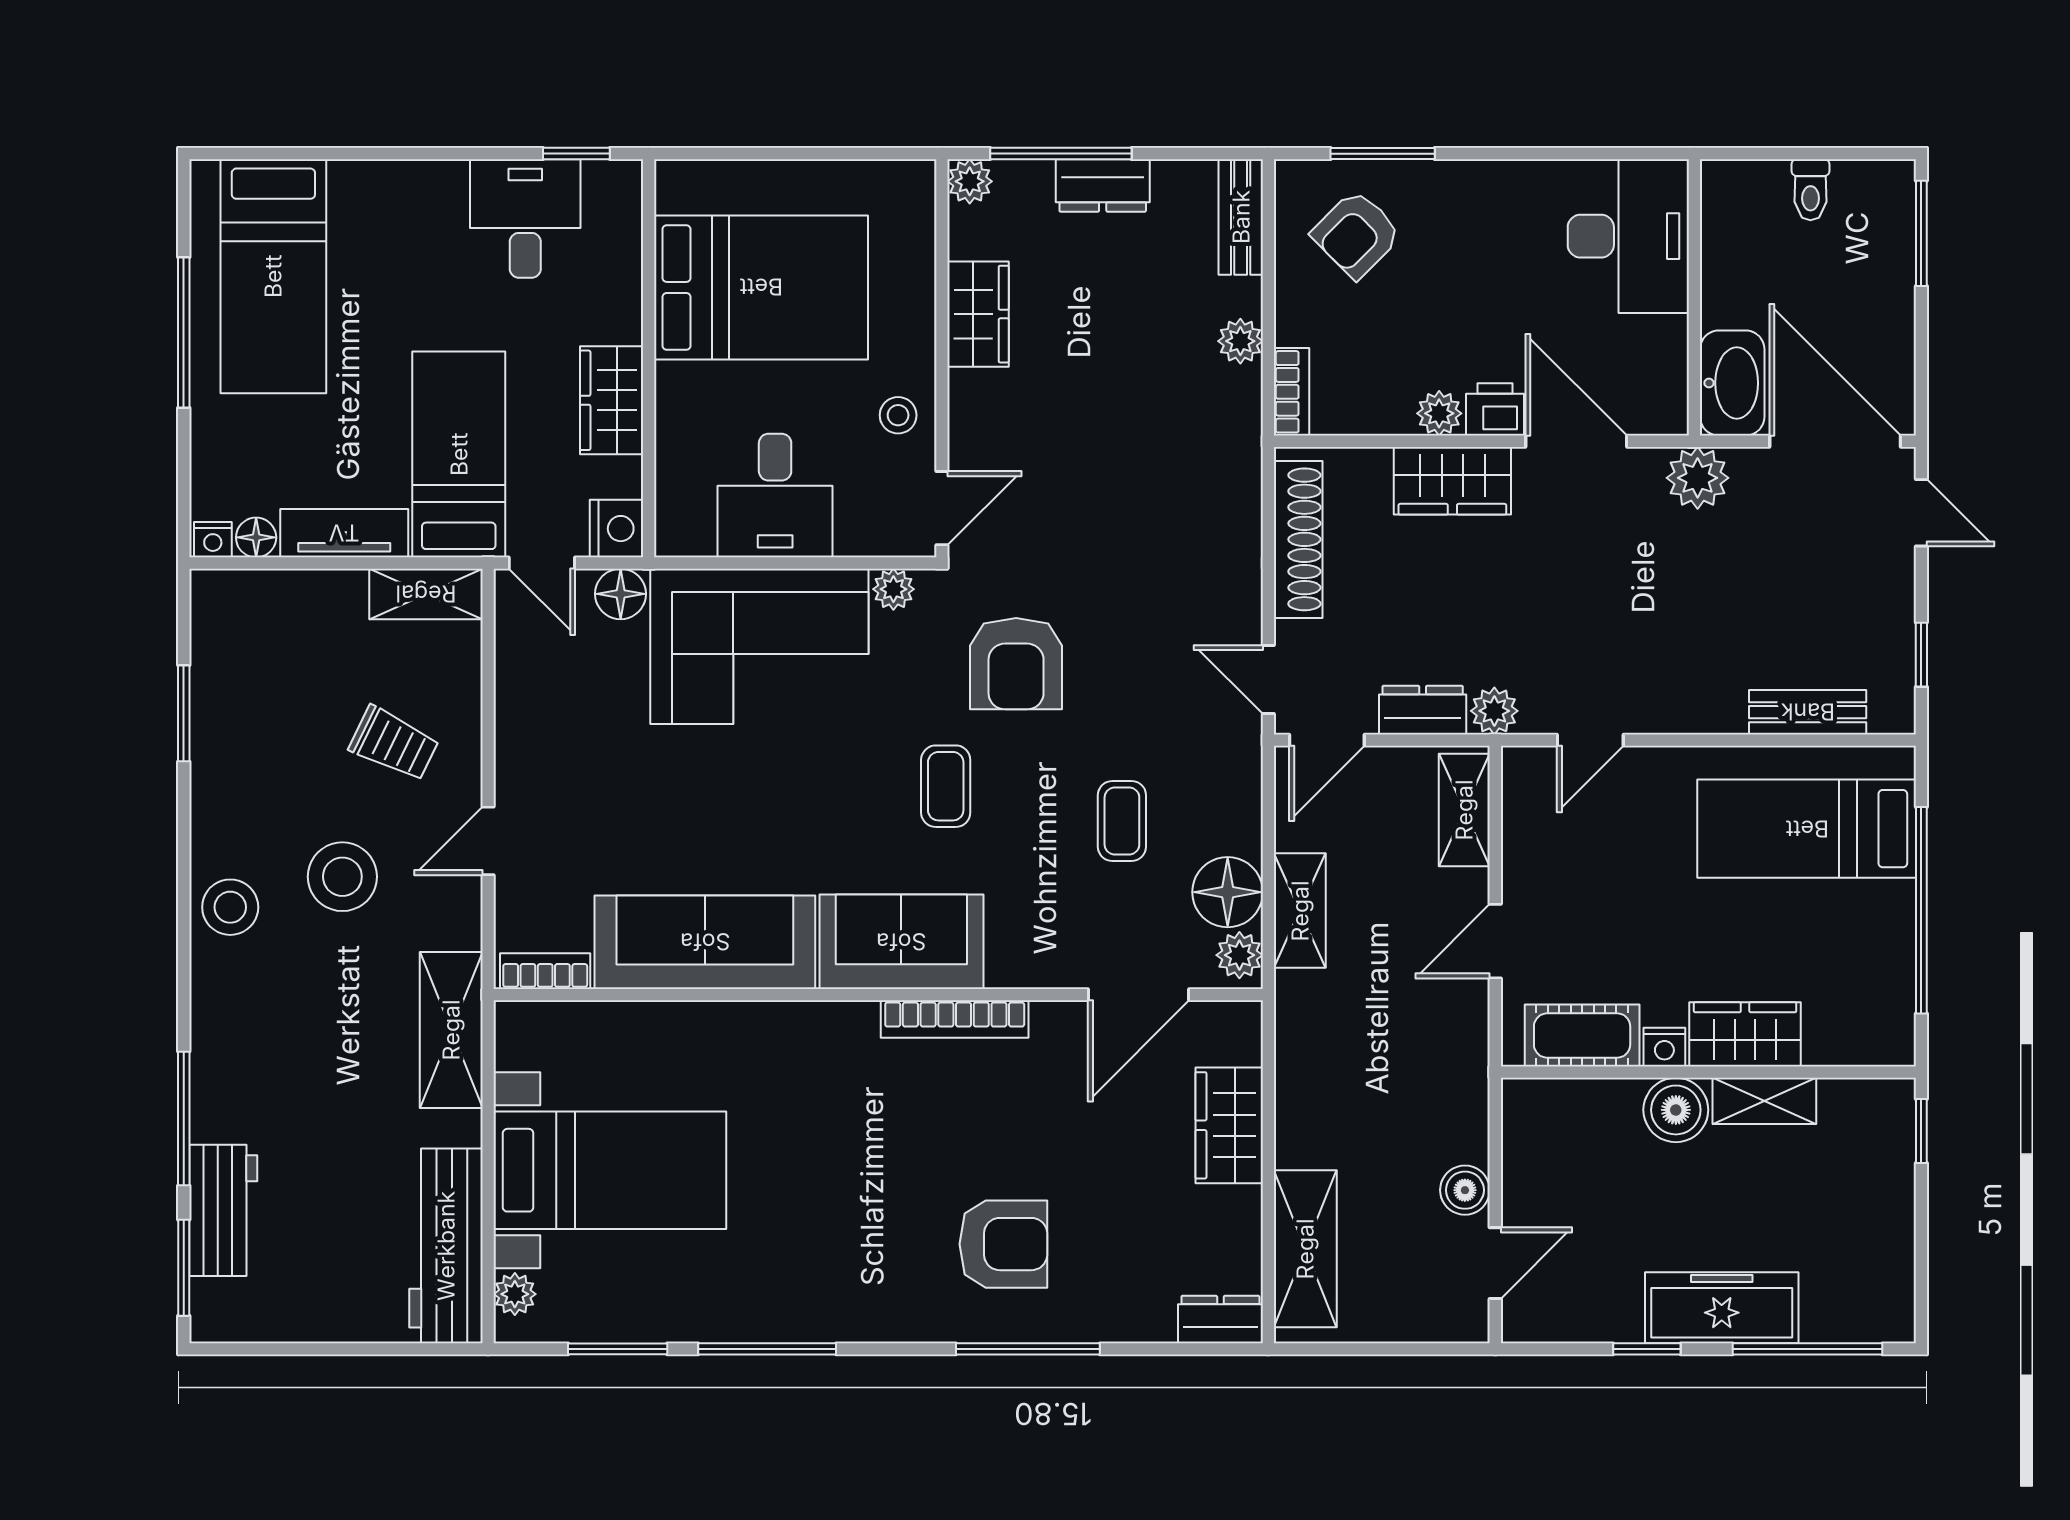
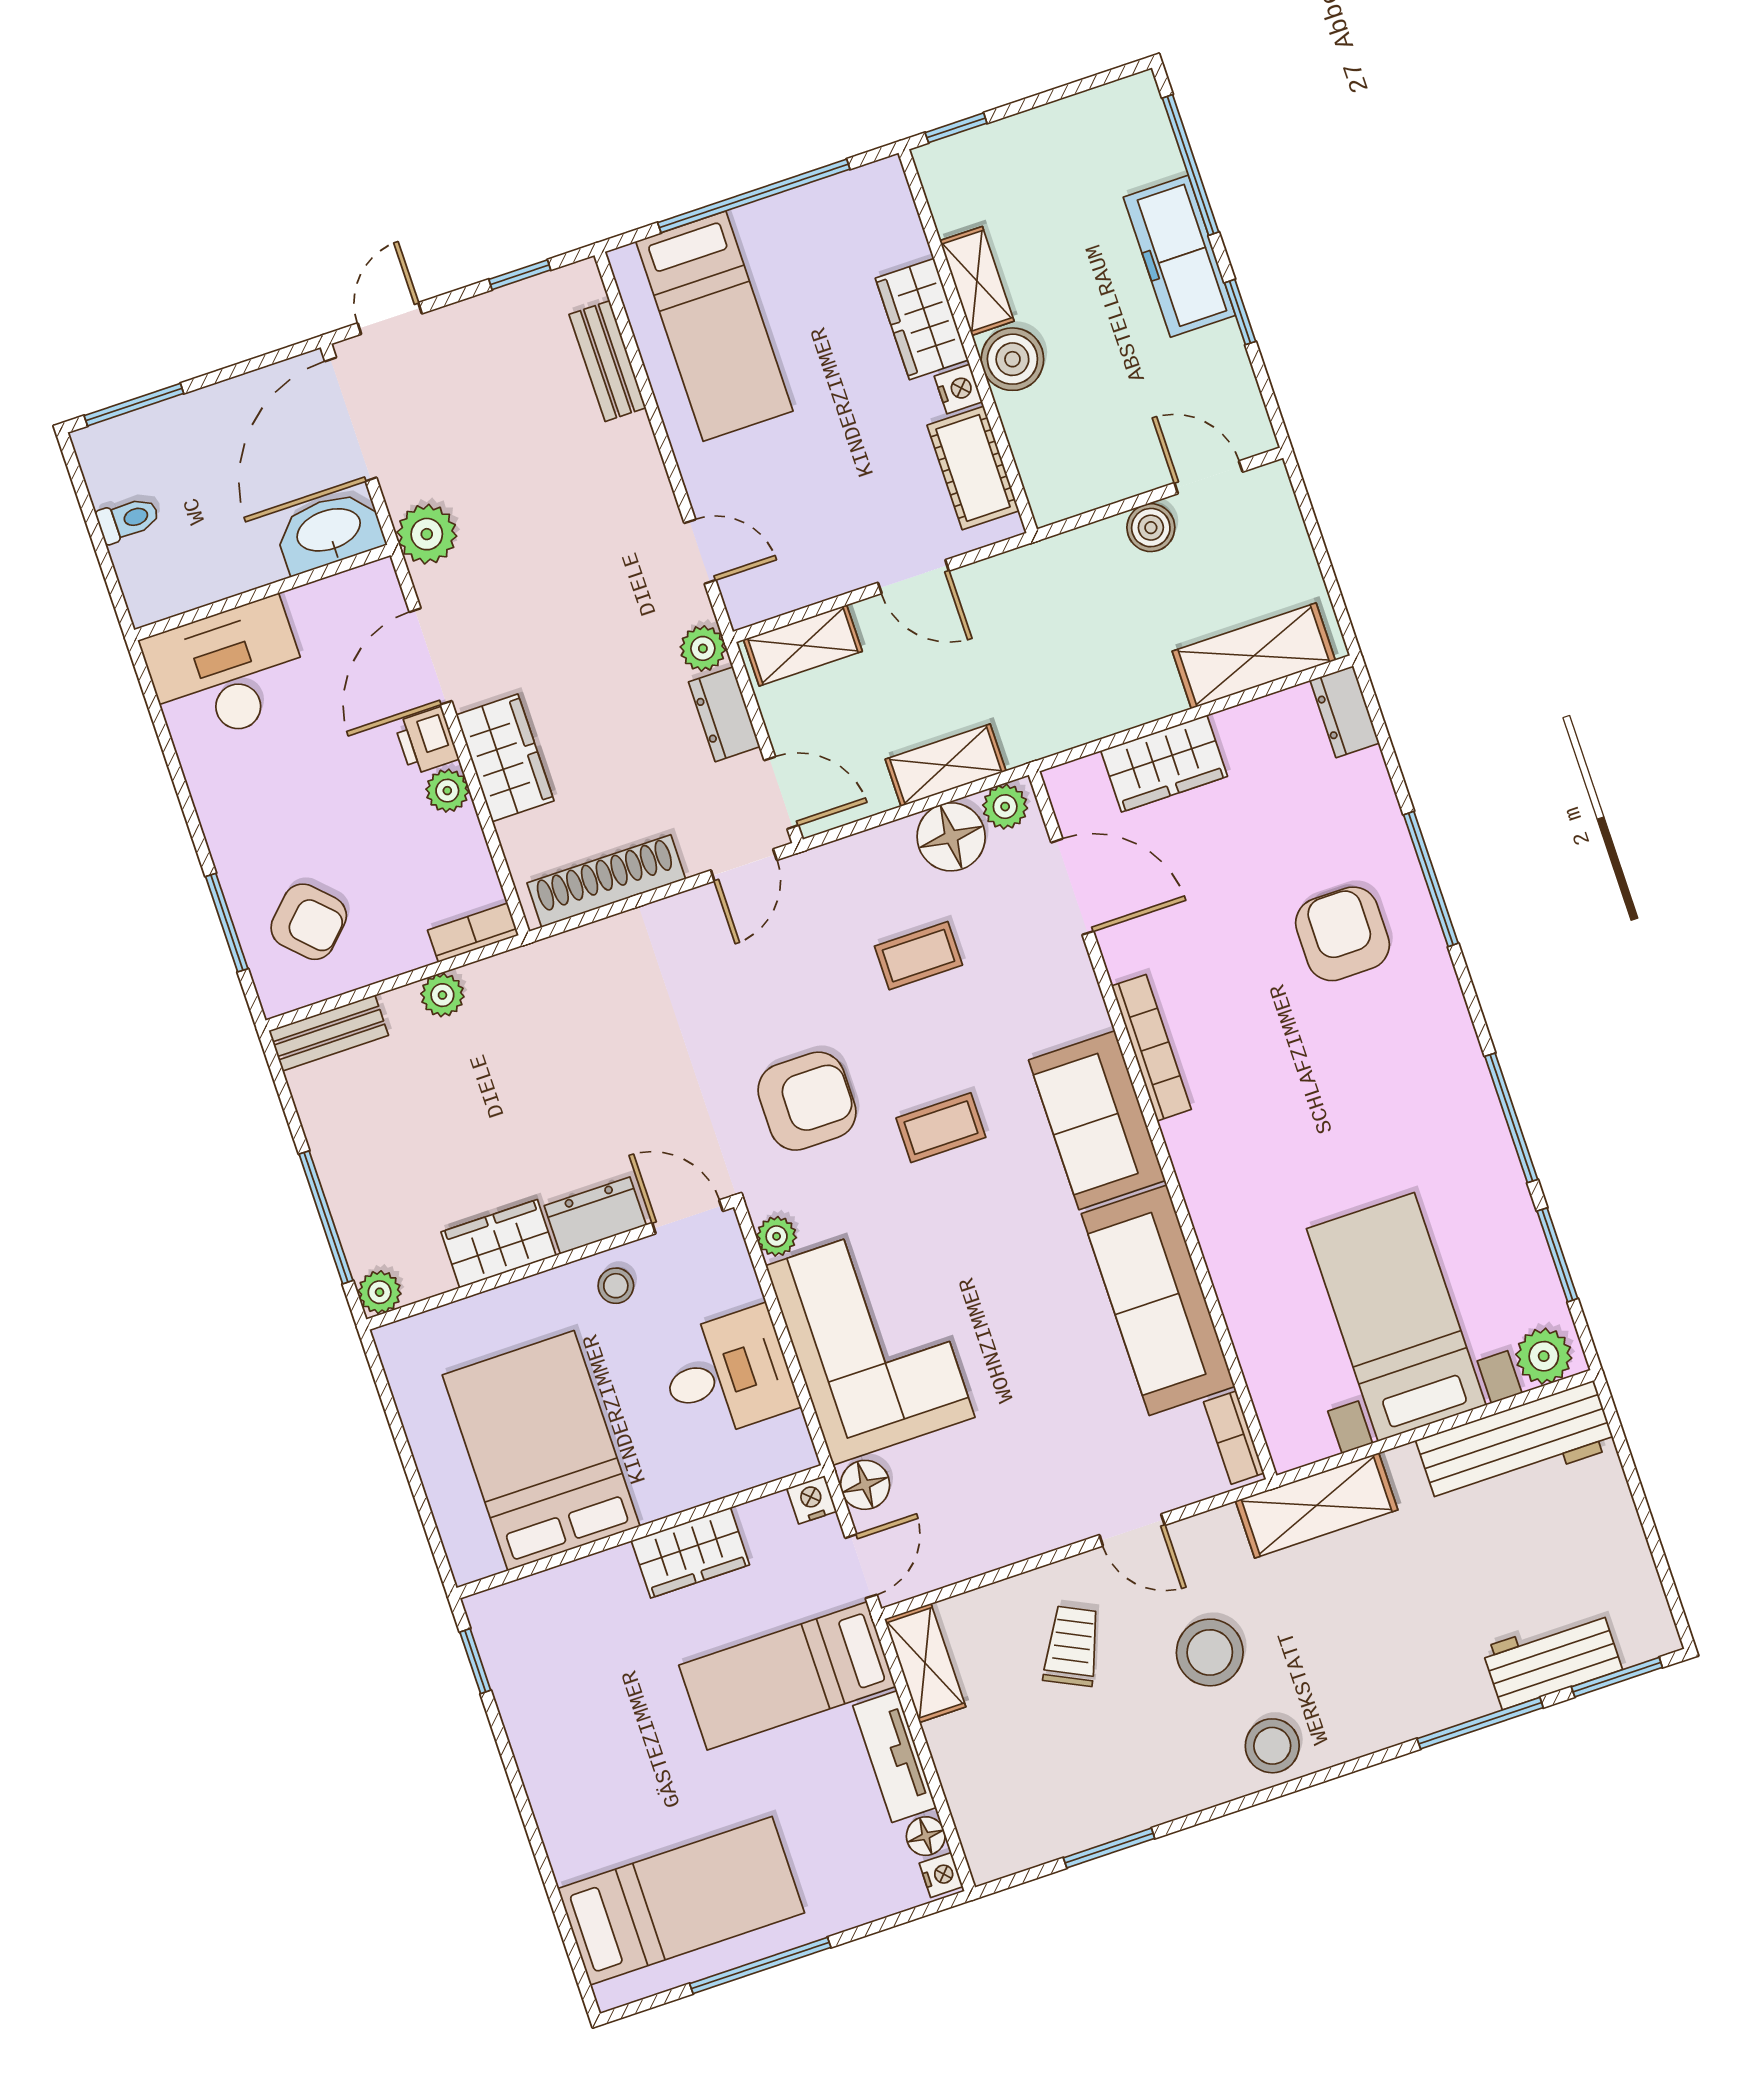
dresser: (1103, 185) -> (595, 1215), moved, turned -90
desk: (525, 218) -> (551, 1688), removed
nightstand: (616, 529) -> (812, 1500), width x0.72, depth x0.74
plant: (515, 1294) -> (1544, 1356), width x1.38, depth x1.38

